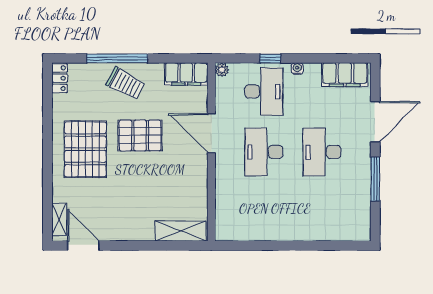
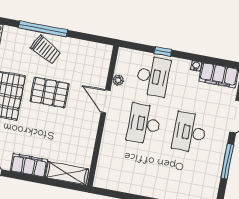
water cooler: (297, 69) -> (196, 66), moved
plant: (222, 70) -> (118, 80), moved
filing cabinet: (186, 74) -> (29, 165), moved, turned 180
door: (211, 133) -> (106, 101), width x0.73

